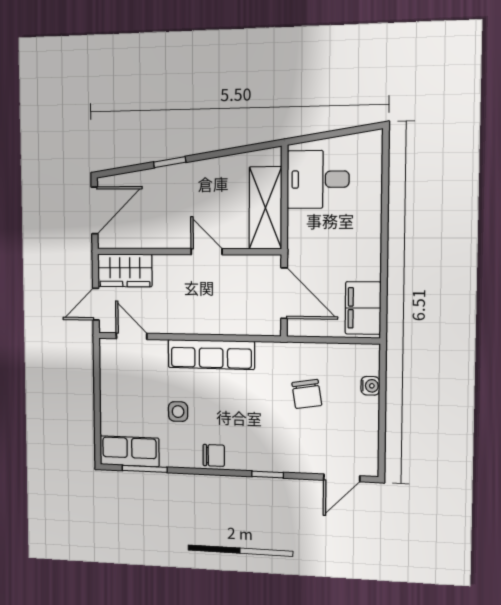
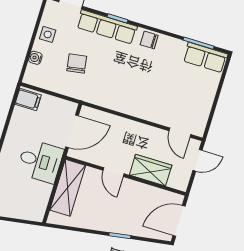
desk: (318, 179) -> (40, 161), moved
wardrobe: (125, 270) -> (151, 170), moved
door: (284, 293) -> (72, 131), swing flipped
filing cabinet: (363, 308) -> (28, 100), width x0.50
row of seats: (211, 354) -> (107, 27), moved, turned 180
side table: (178, 412) -> (48, 34), moved

